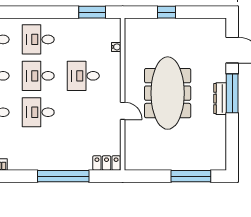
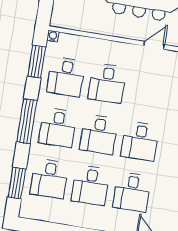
window: (40, 12) -> (27, 121), added
desk: (83, 39) -> (66, 77), added
water cooler: (116, 47) -> (53, 36), moved

